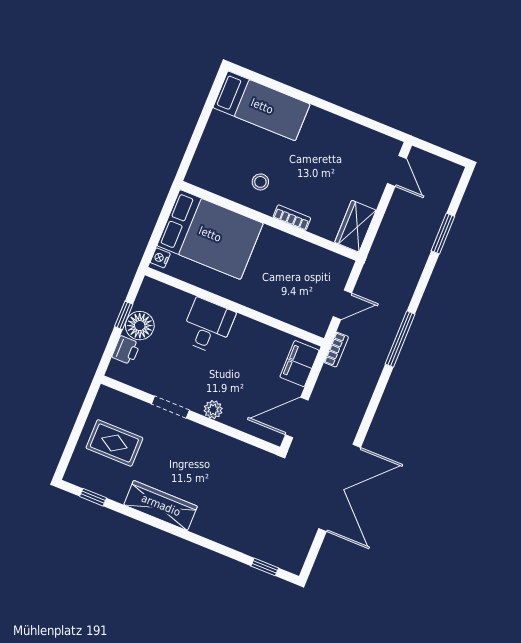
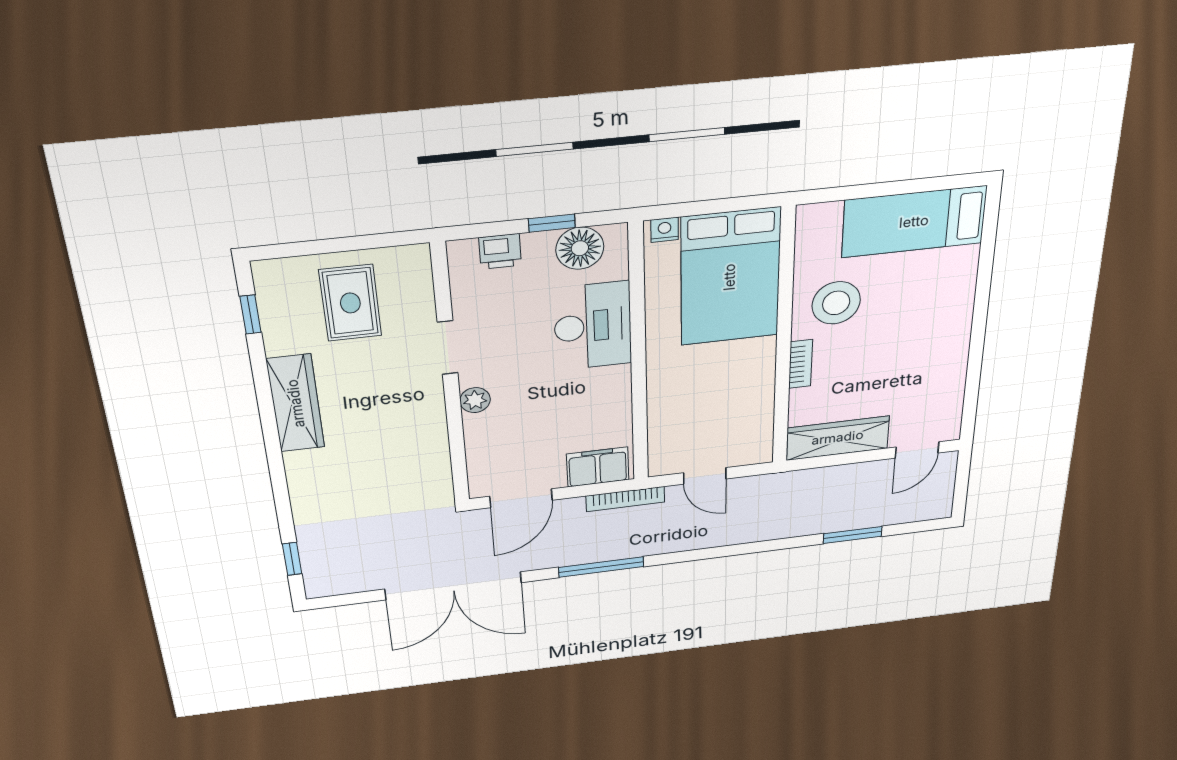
bed: (262, 106) -> (914, 222), moved, turned 90
stool: (260, 182) -> (836, 303), width x1.89, depth x1.89
wardrobe: (355, 226) -> (838, 438), width x1.50
floor lamp: (140, 326) -> (580, 248), moved
desk: (208, 326) -> (593, 326), width x1.37
window: (400, 339) -> (601, 567), moved
bookcase: (336, 350) -> (625, 499), width x1.56
door: (297, 417) -> (521, 498), swing flipped

